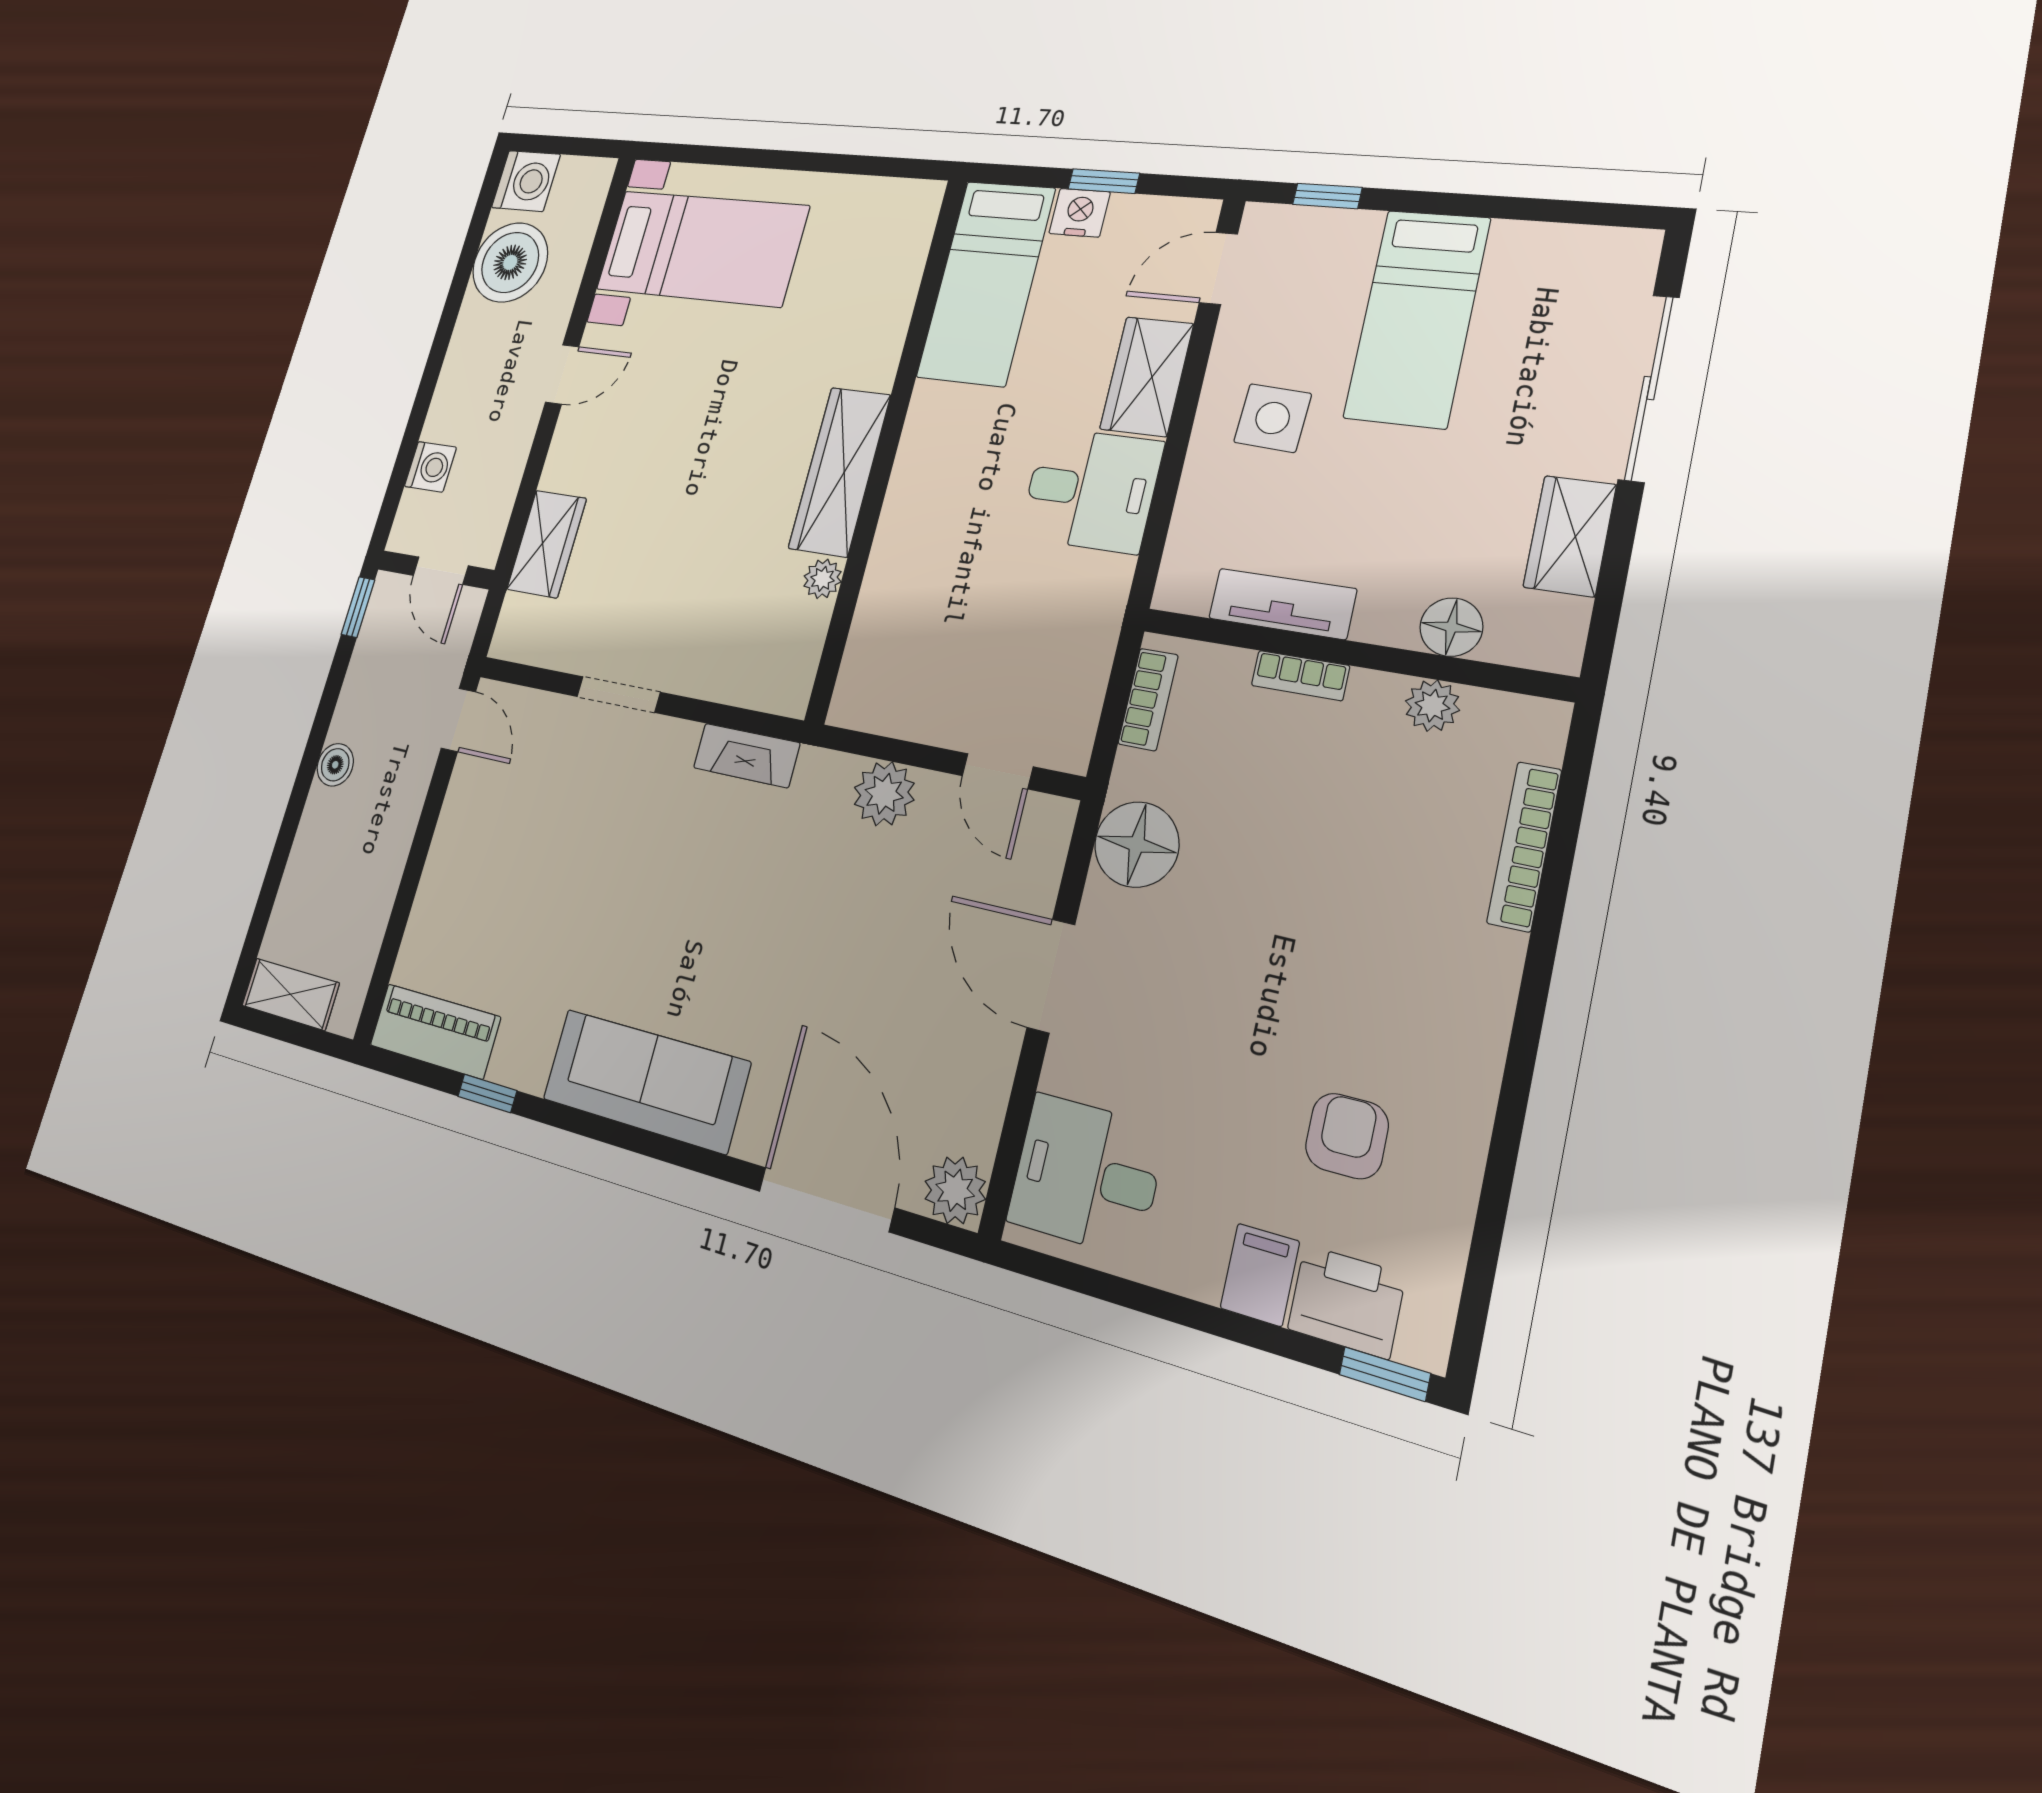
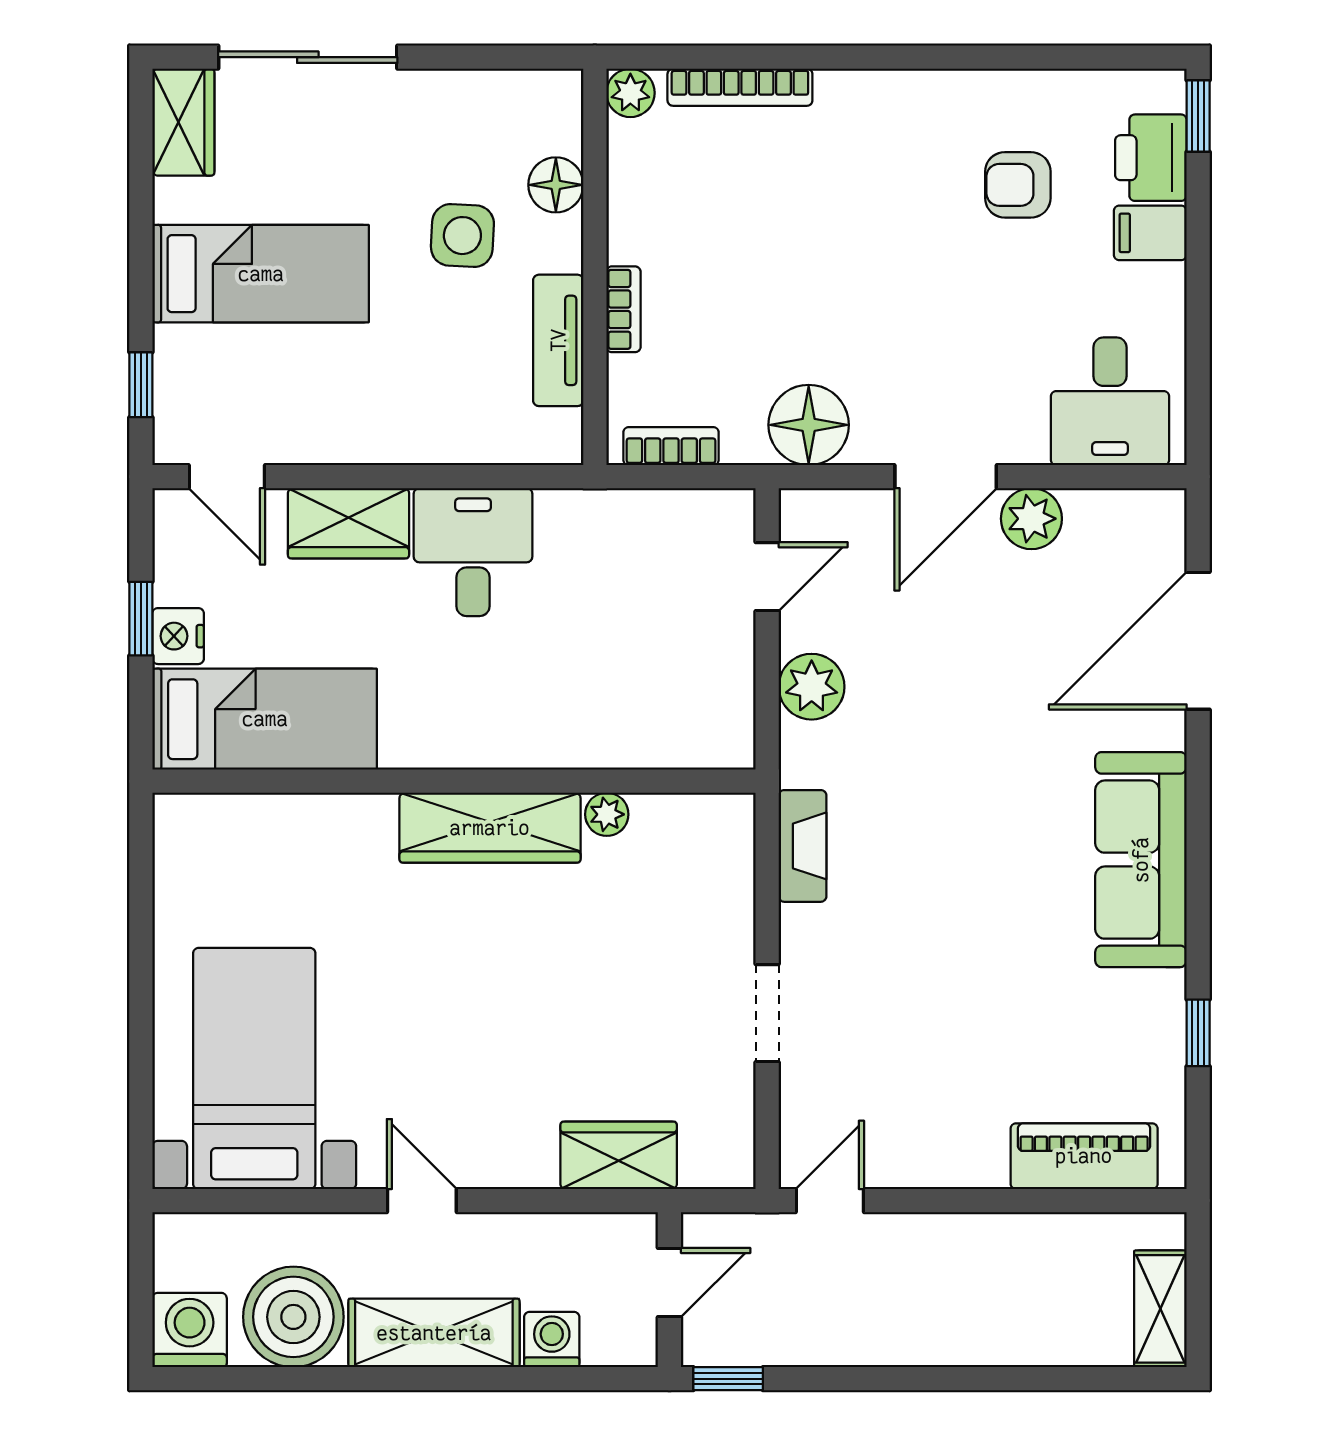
shelving: (464, 372) -> (434, 1333), added
side table: (1273, 418) -> (462, 236), moved
wardrobe: (1570, 536) -> (183, 122), moved, turned -90
plant: (1432, 706) -> (630, 93), moved
boiler: (335, 765) -> (908, 1343), removed
piano: (435, 1031) -> (1084, 1156), moved, turned 90
plant: (955, 1190) -> (1031, 519), moved

